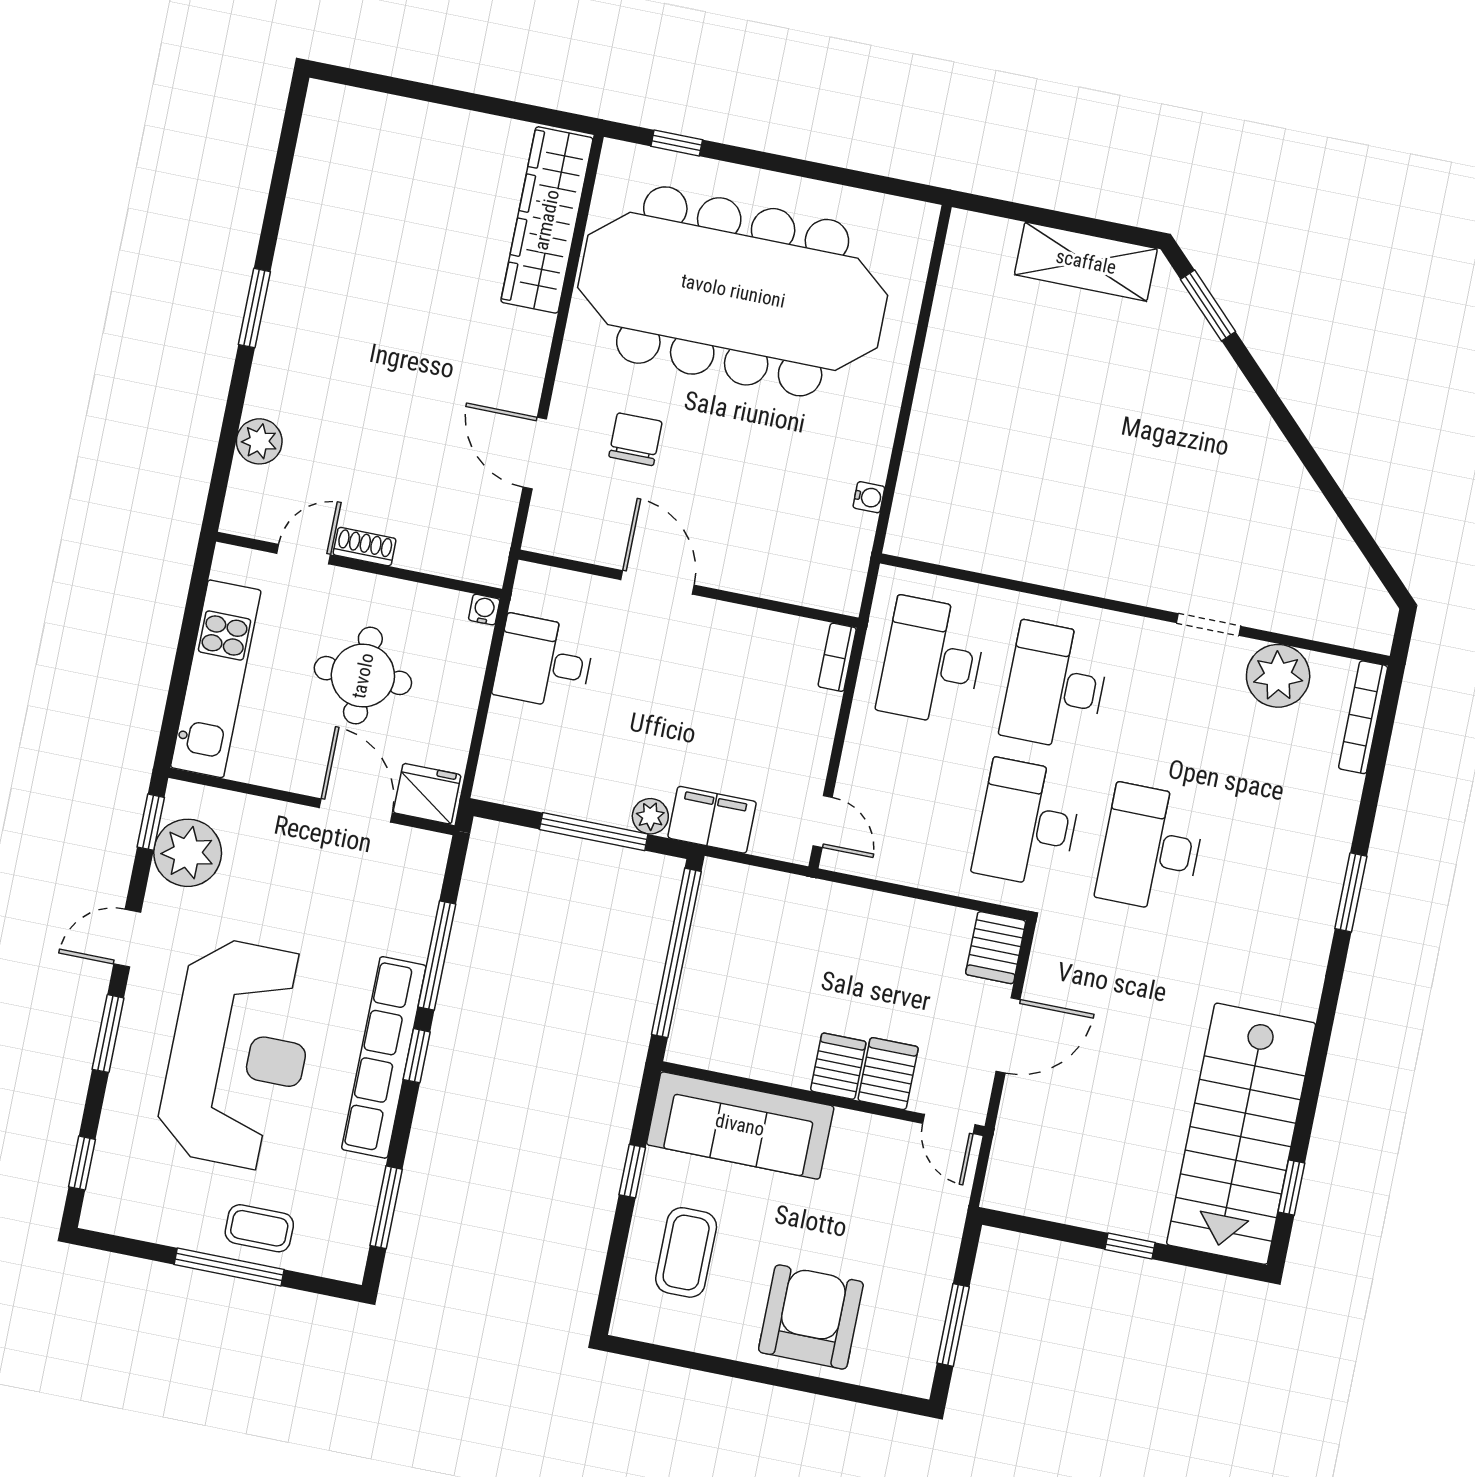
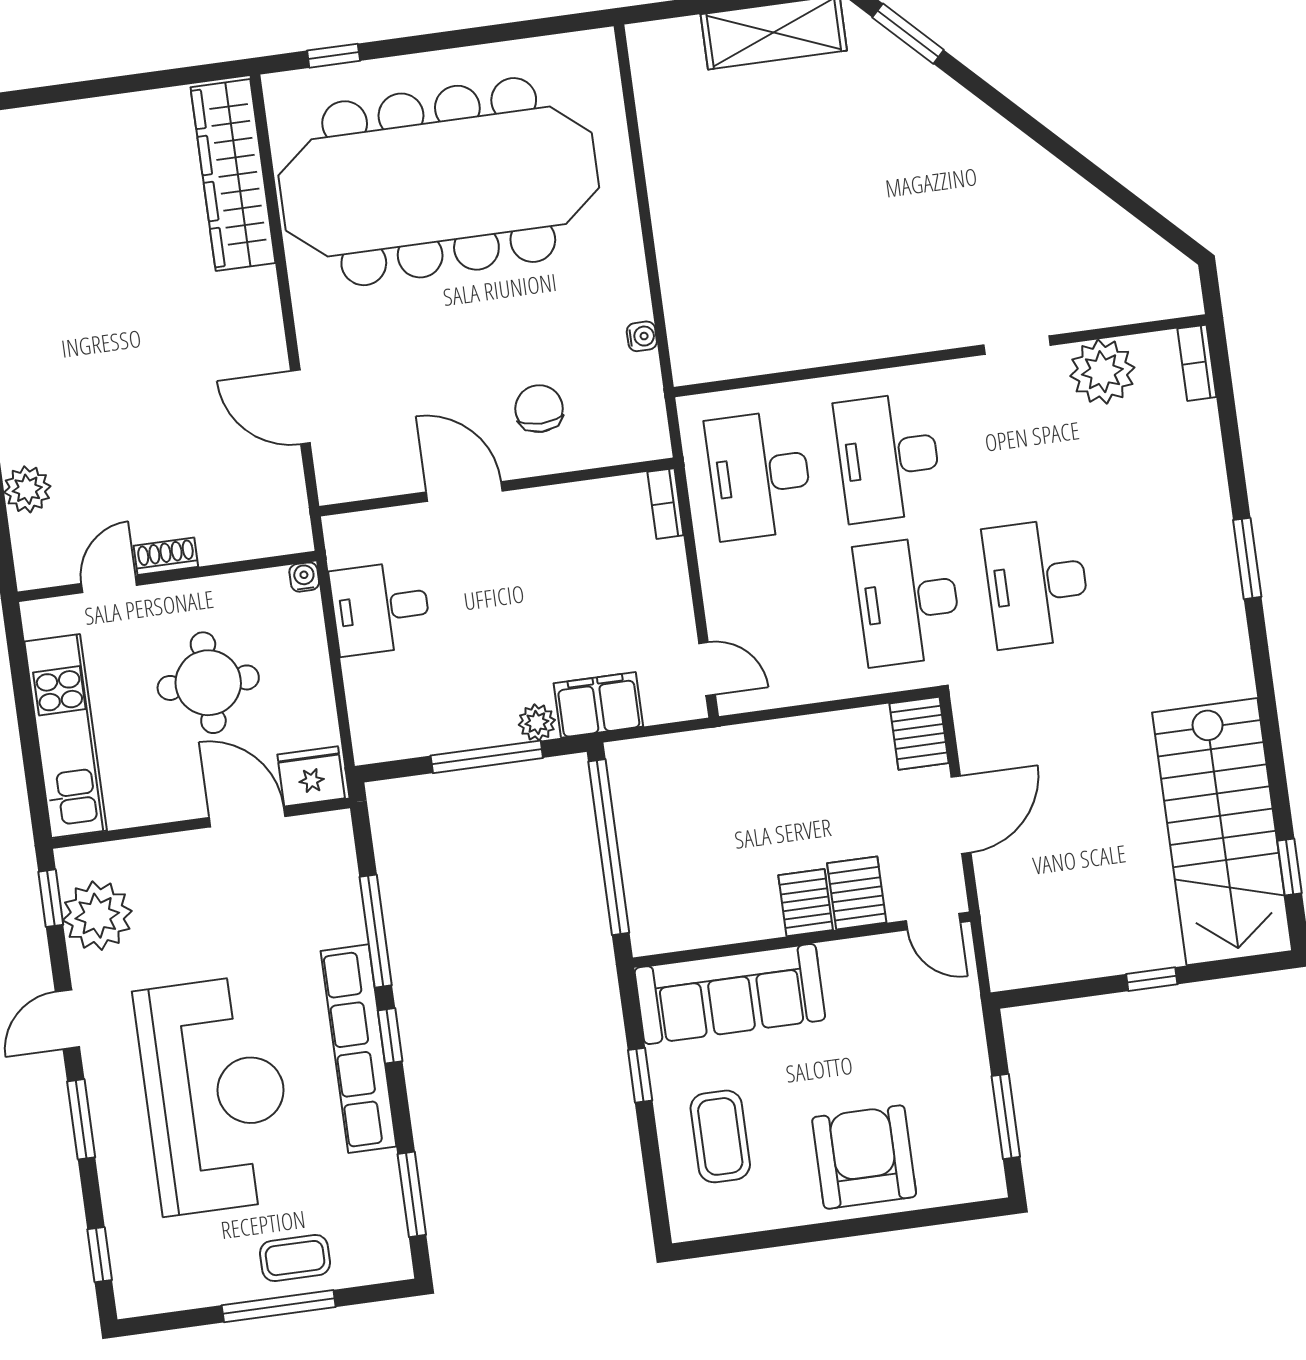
chair: (635, 439) -> (539, 409), moved
bookcase: (1363, 717) -> (1197, 363), width x0.64

